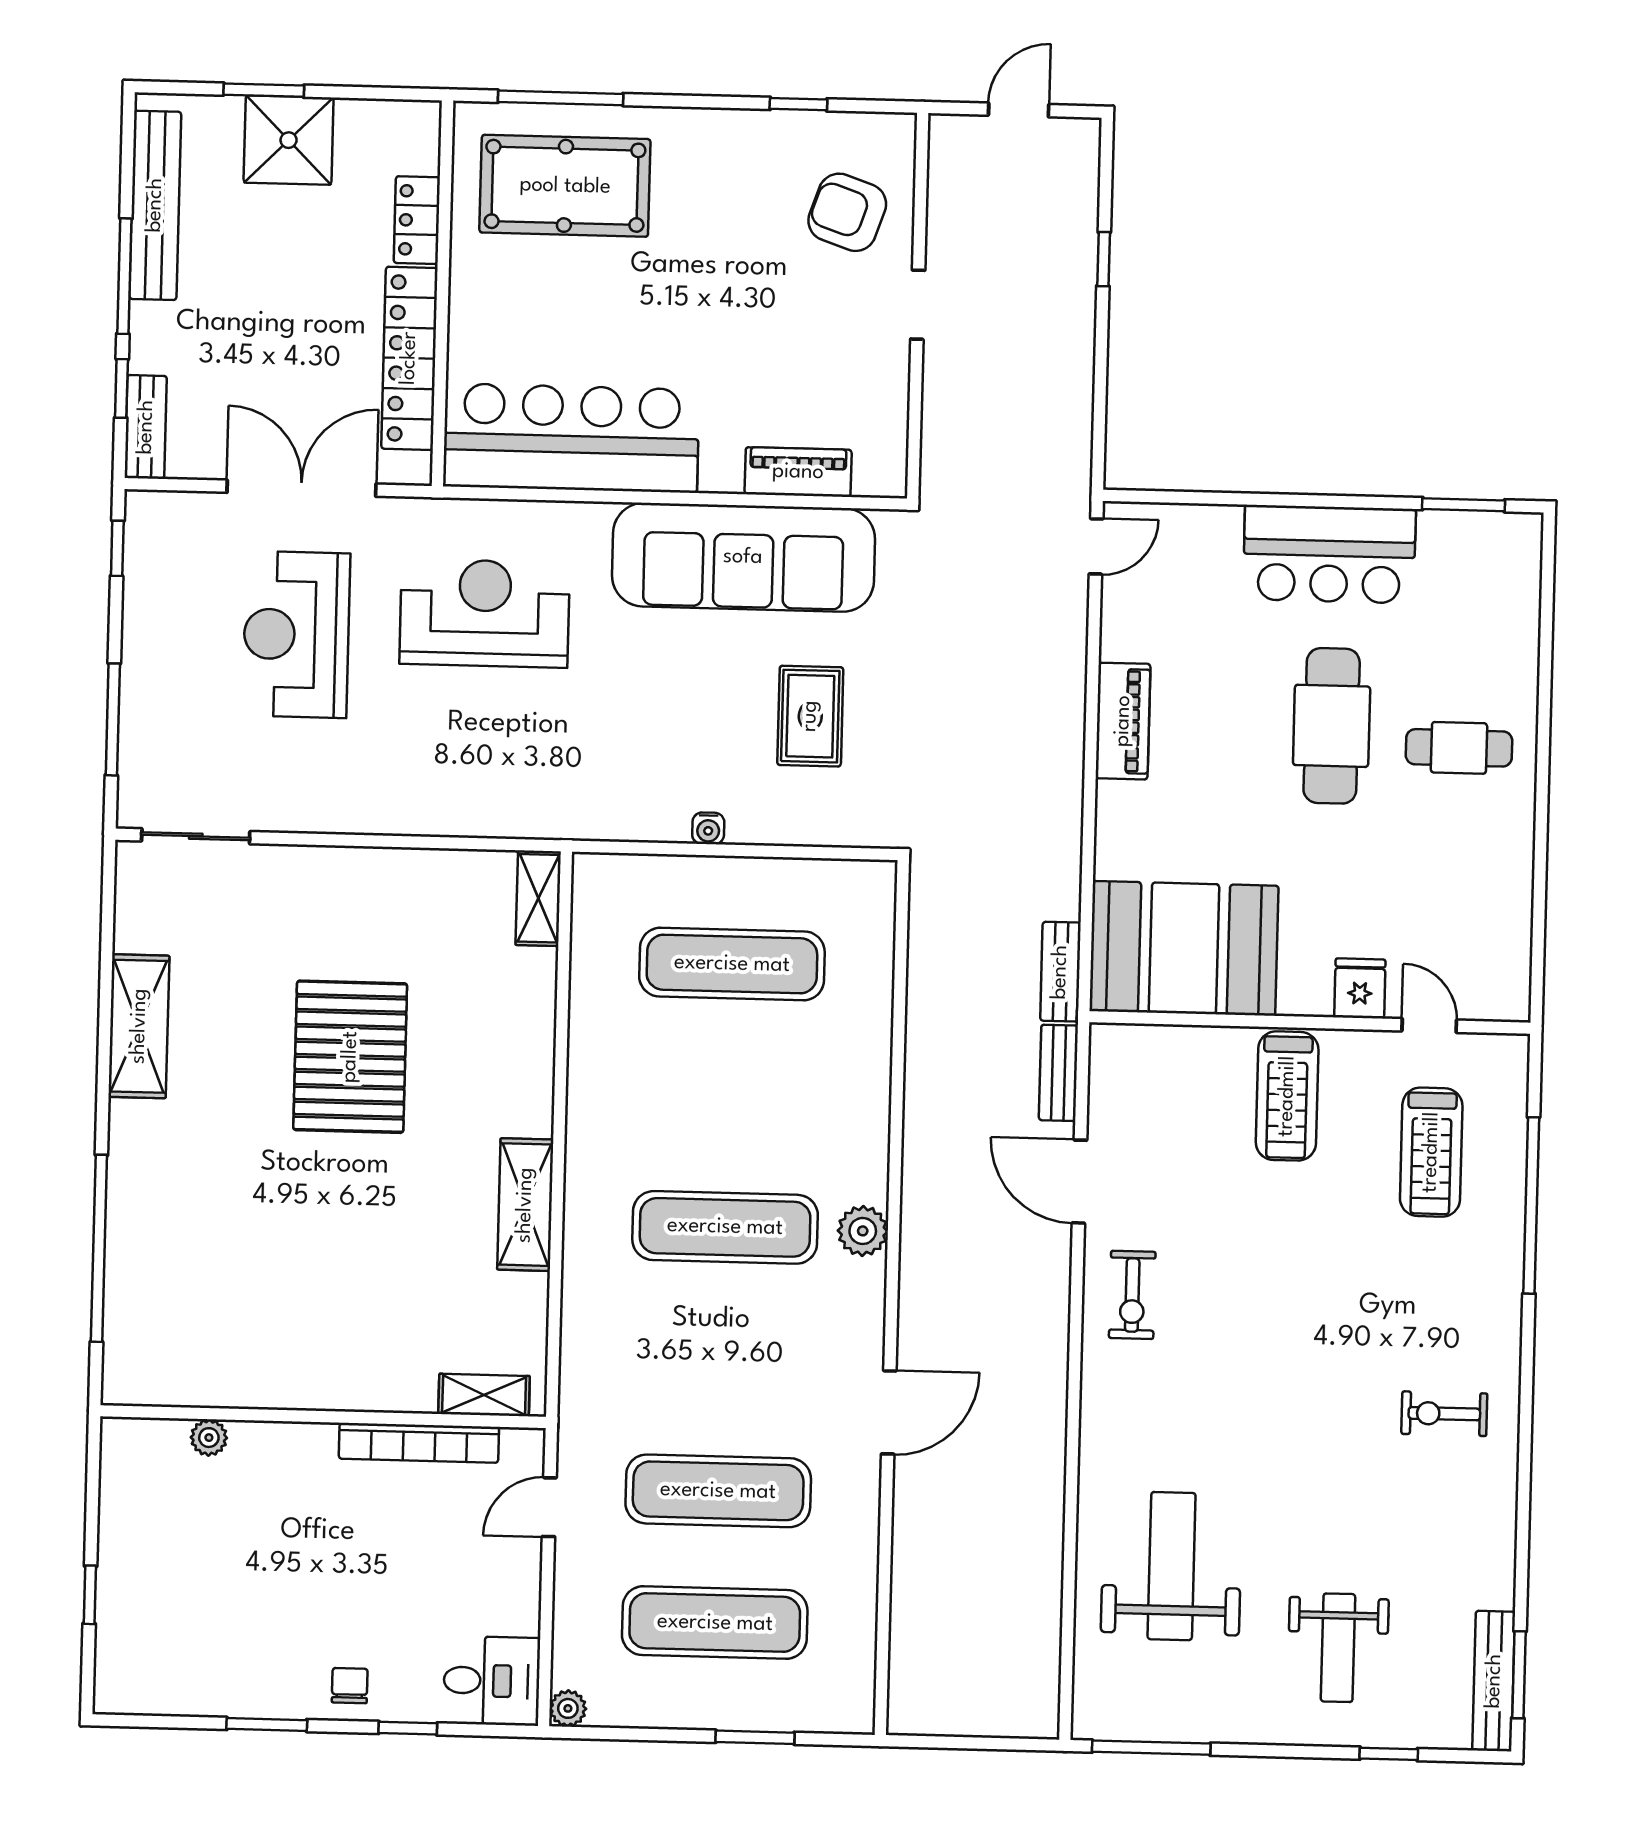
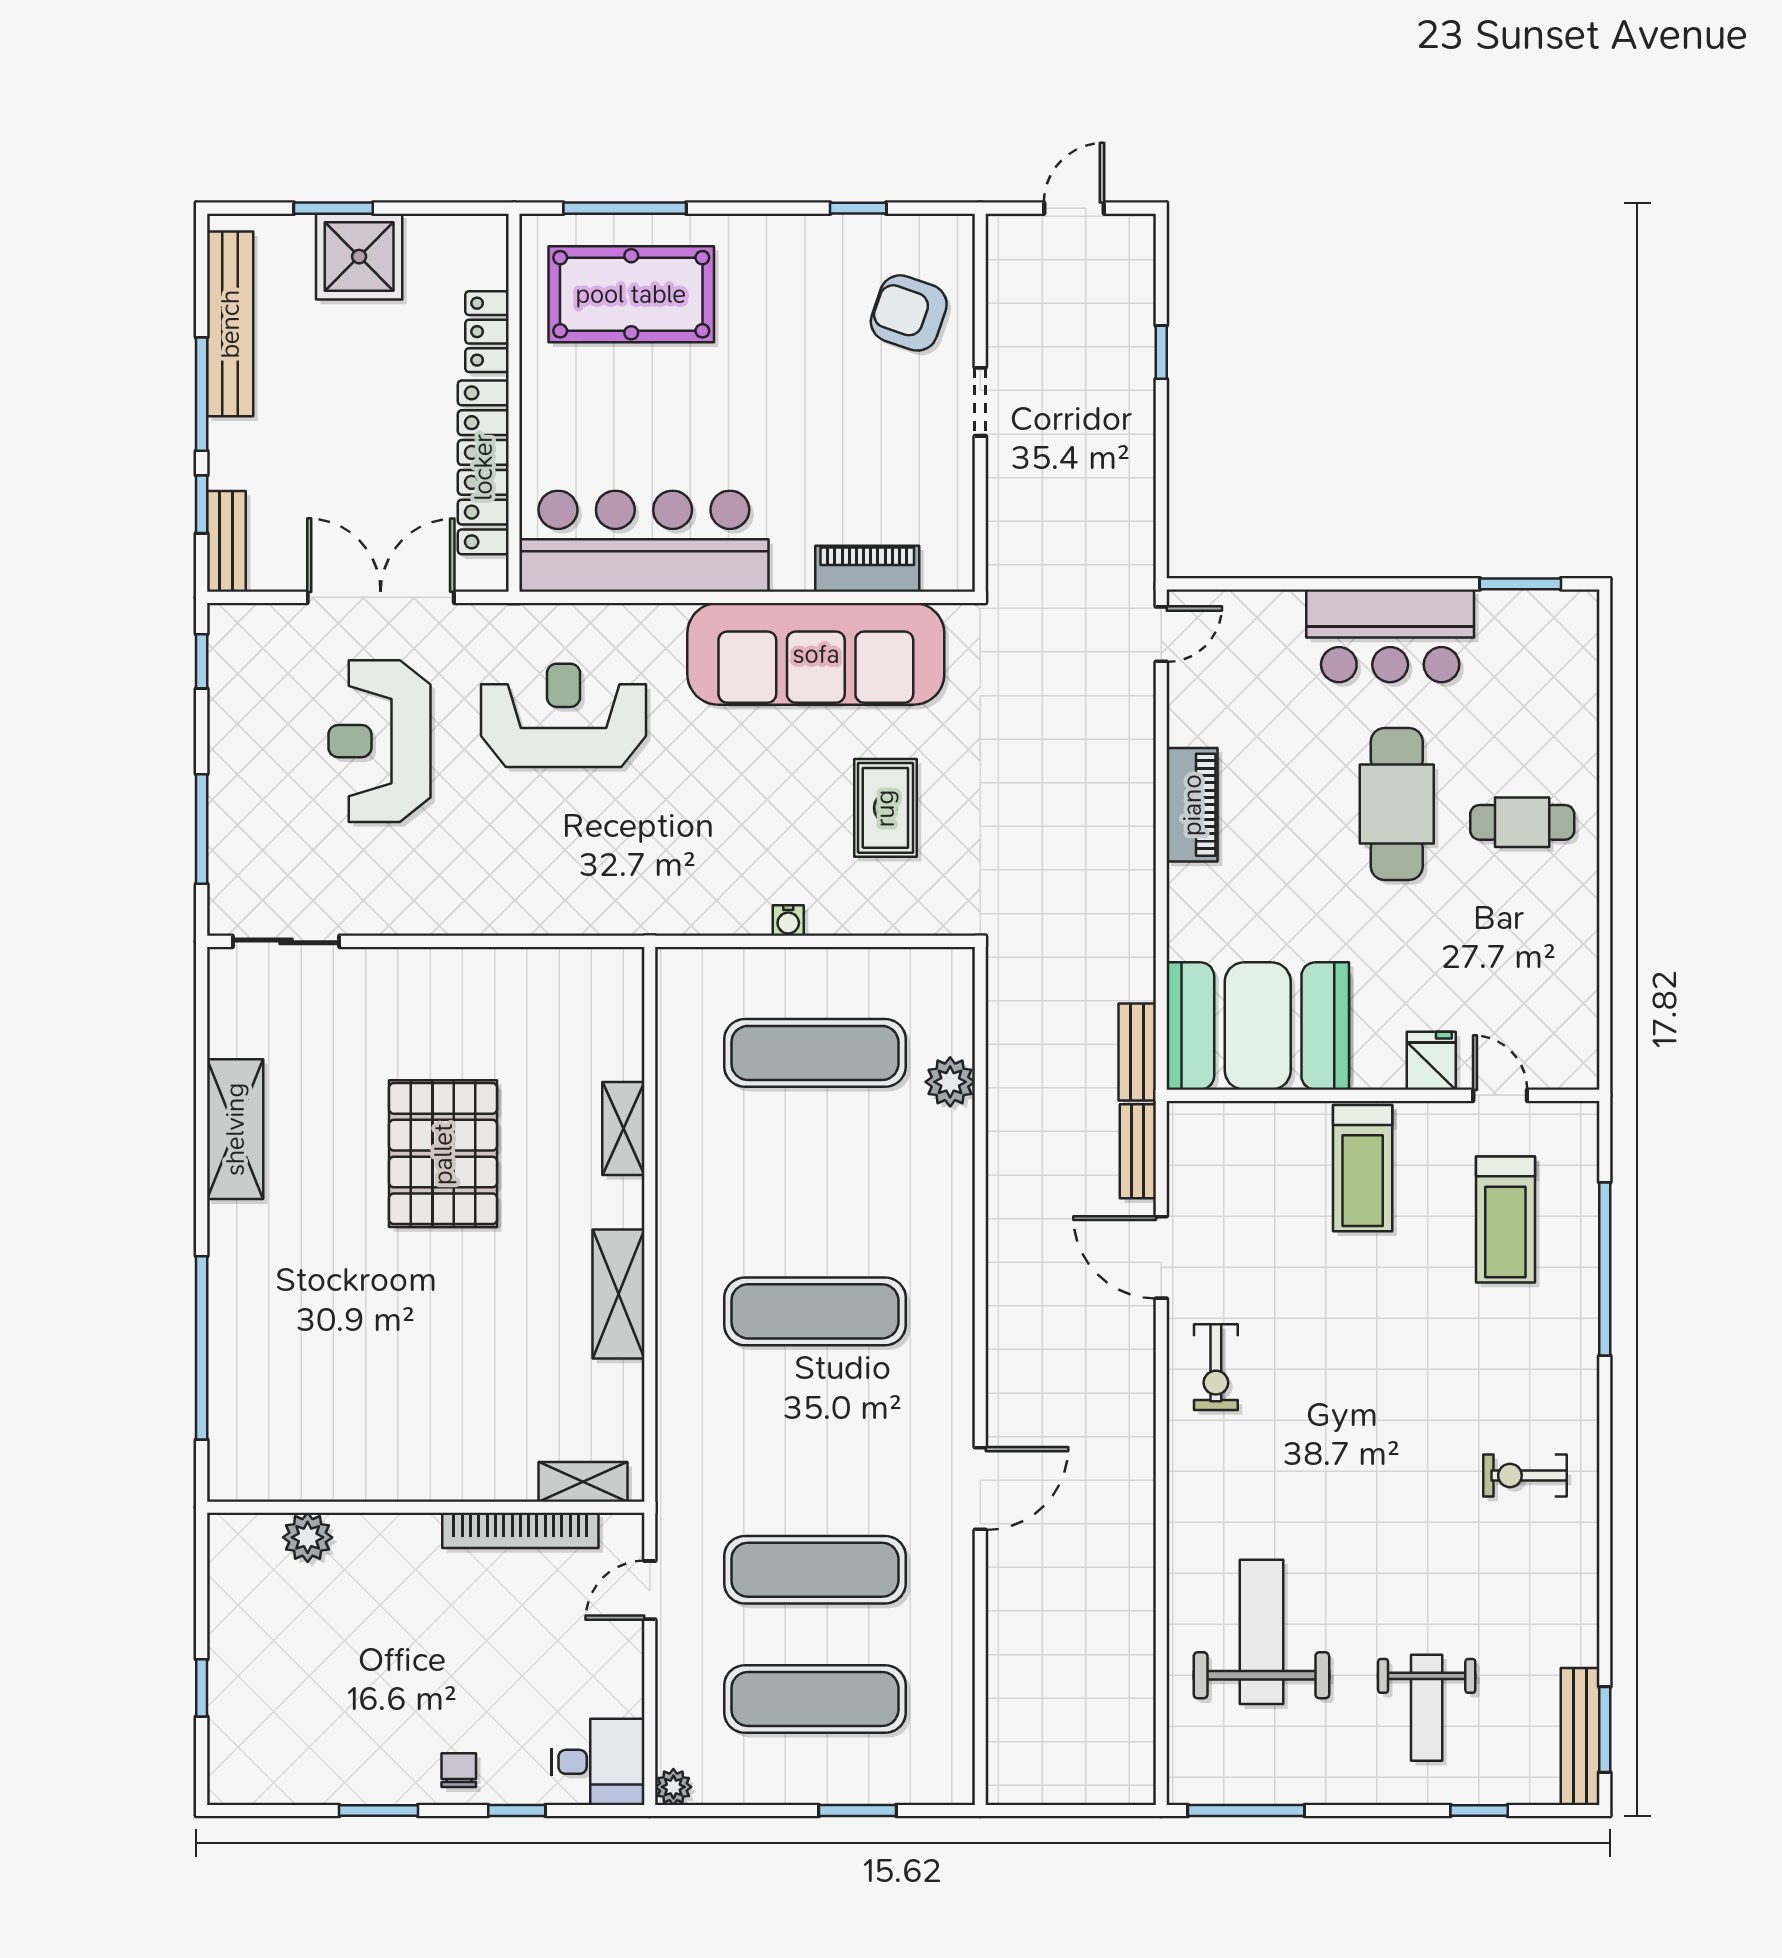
shelving: (538, 898) -> (623, 1129), moved
plant: (863, 1231) -> (950, 1082), moved
plant: (209, 1438) -> (308, 1537), width x1.38, depth x1.38

